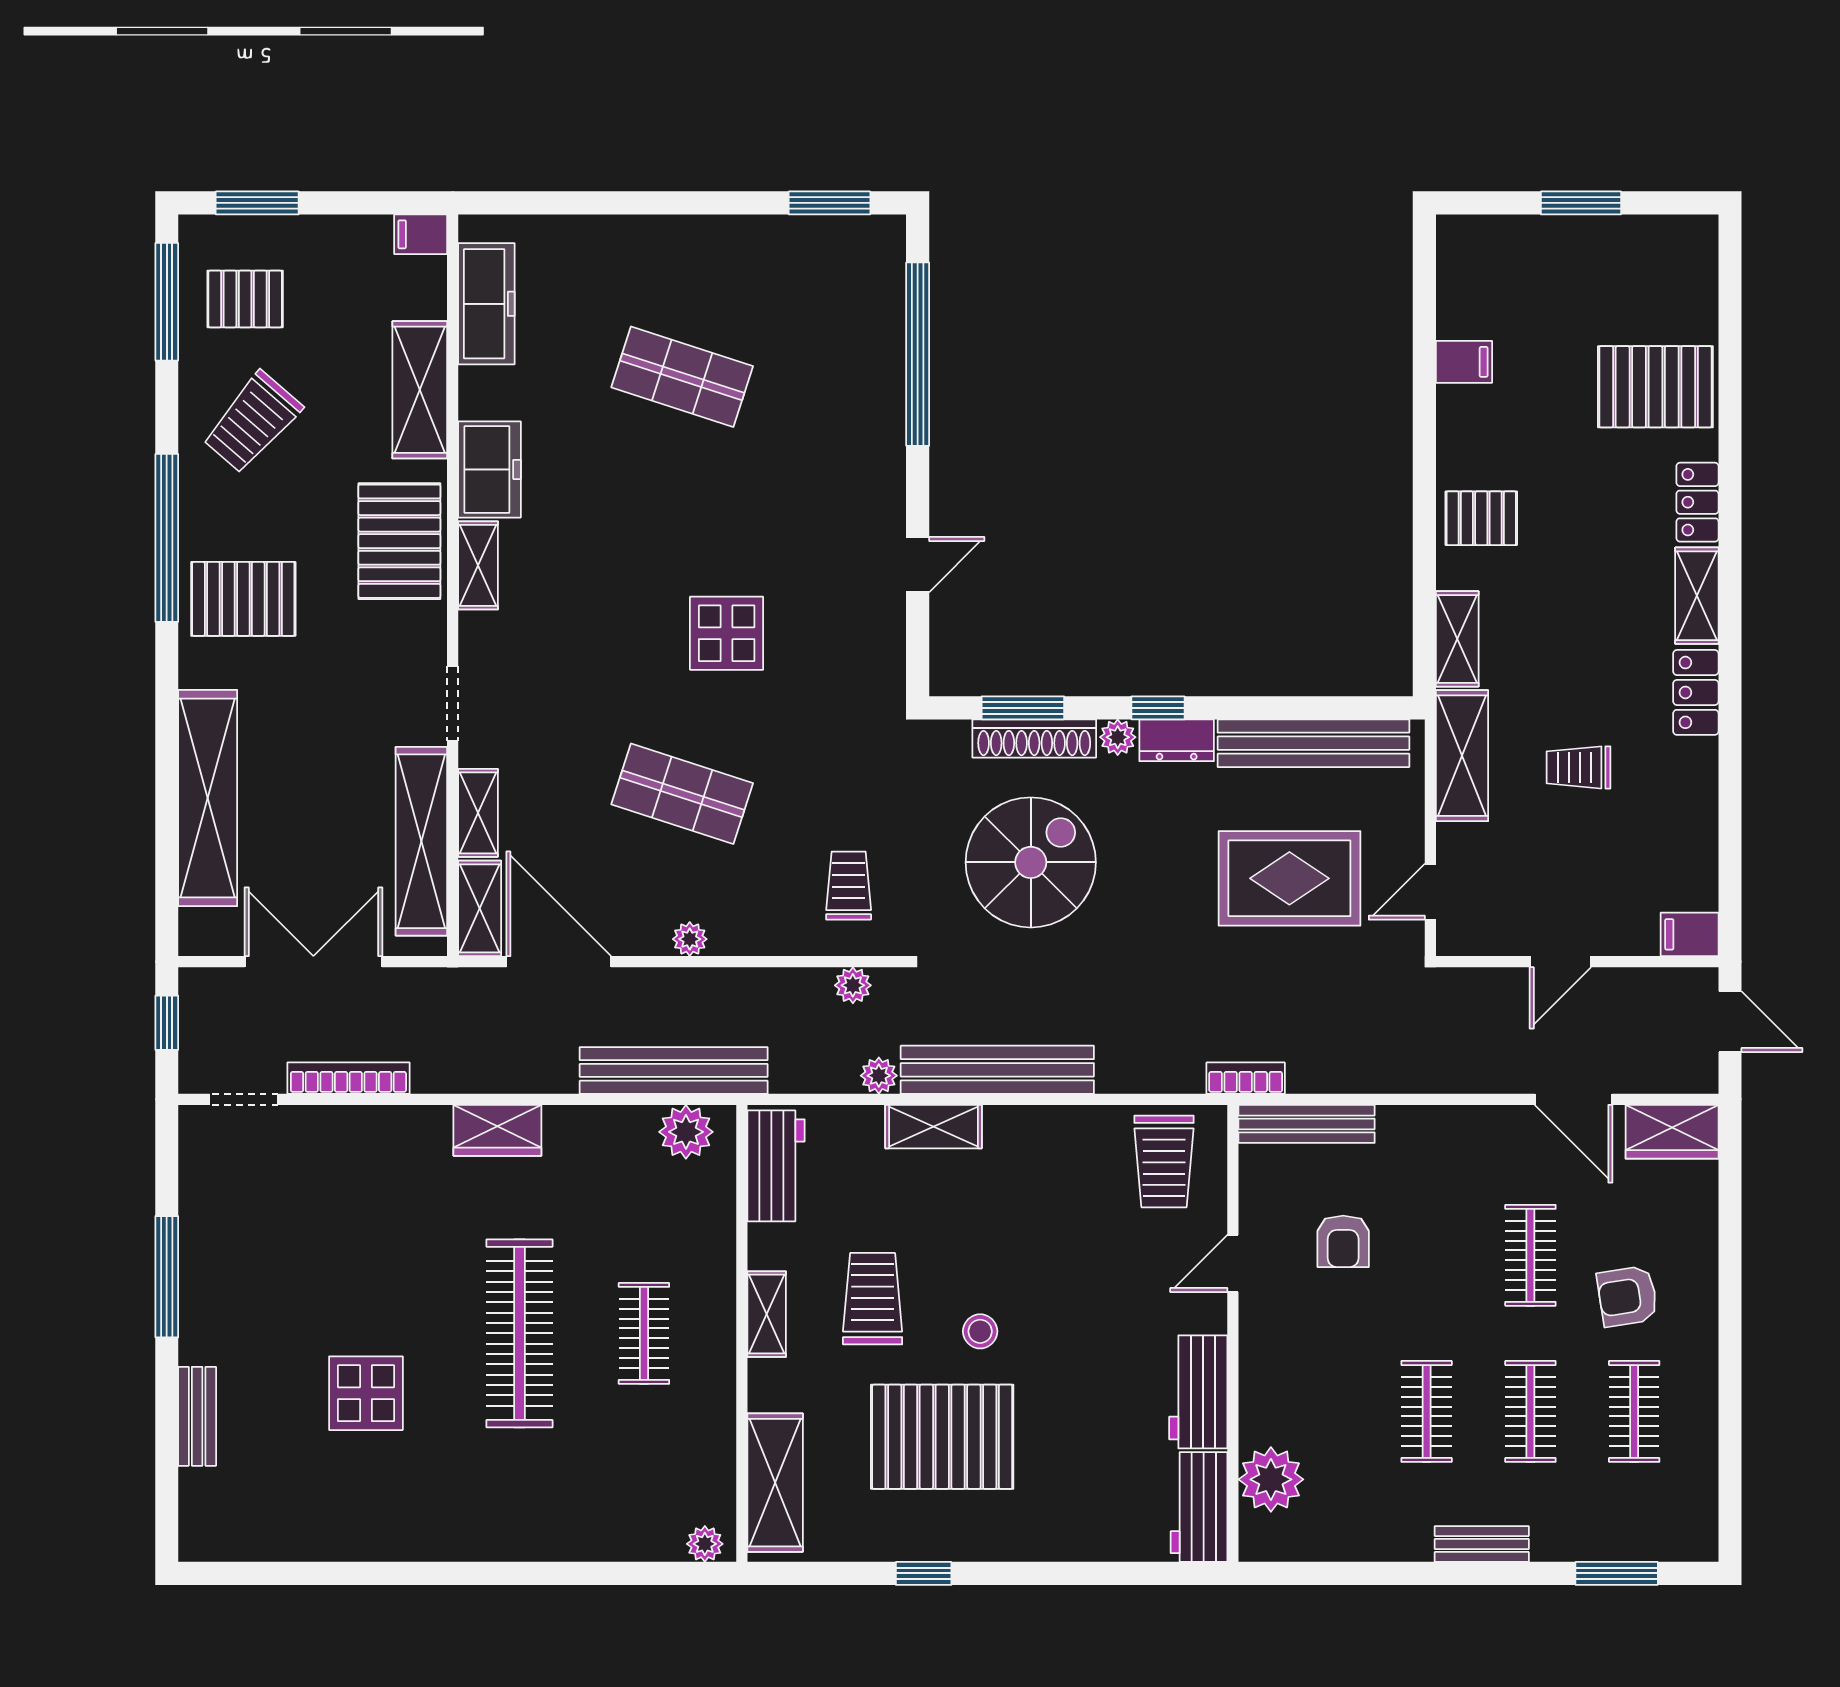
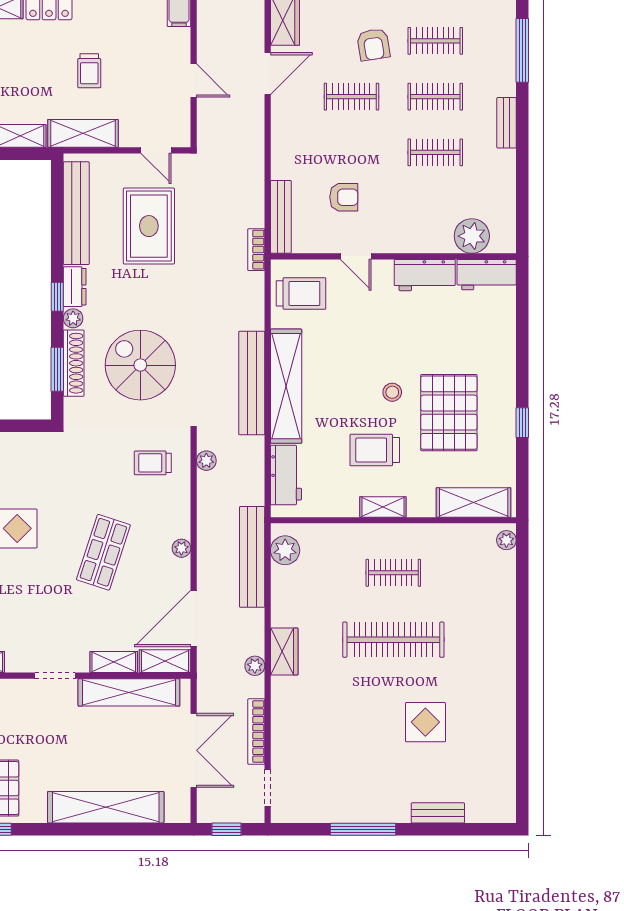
double door: (313, 962) -> (194, 750), swing flipped
plant: (879, 1076) -> (255, 666), moved
shelving: (933, 1127) -> (286, 386), width x2.20, depth x1.33
workbench: (776, 1166) -> (286, 475), moved, turned 90
window: (1617, 1573) -> (522, 50), width x1.44

